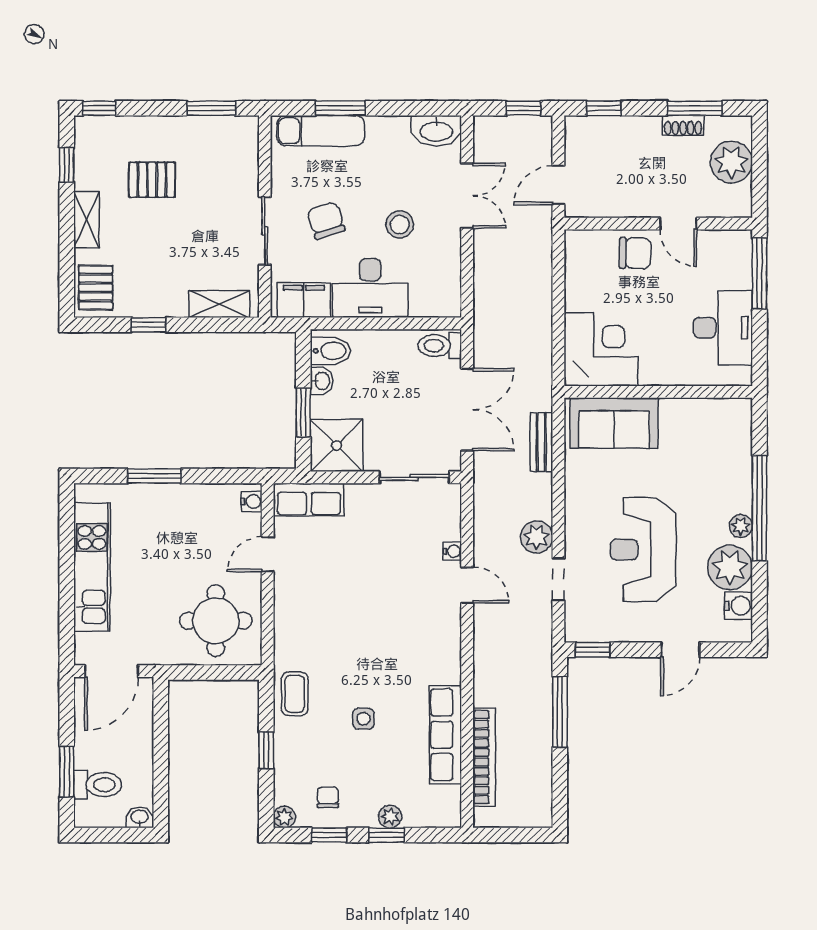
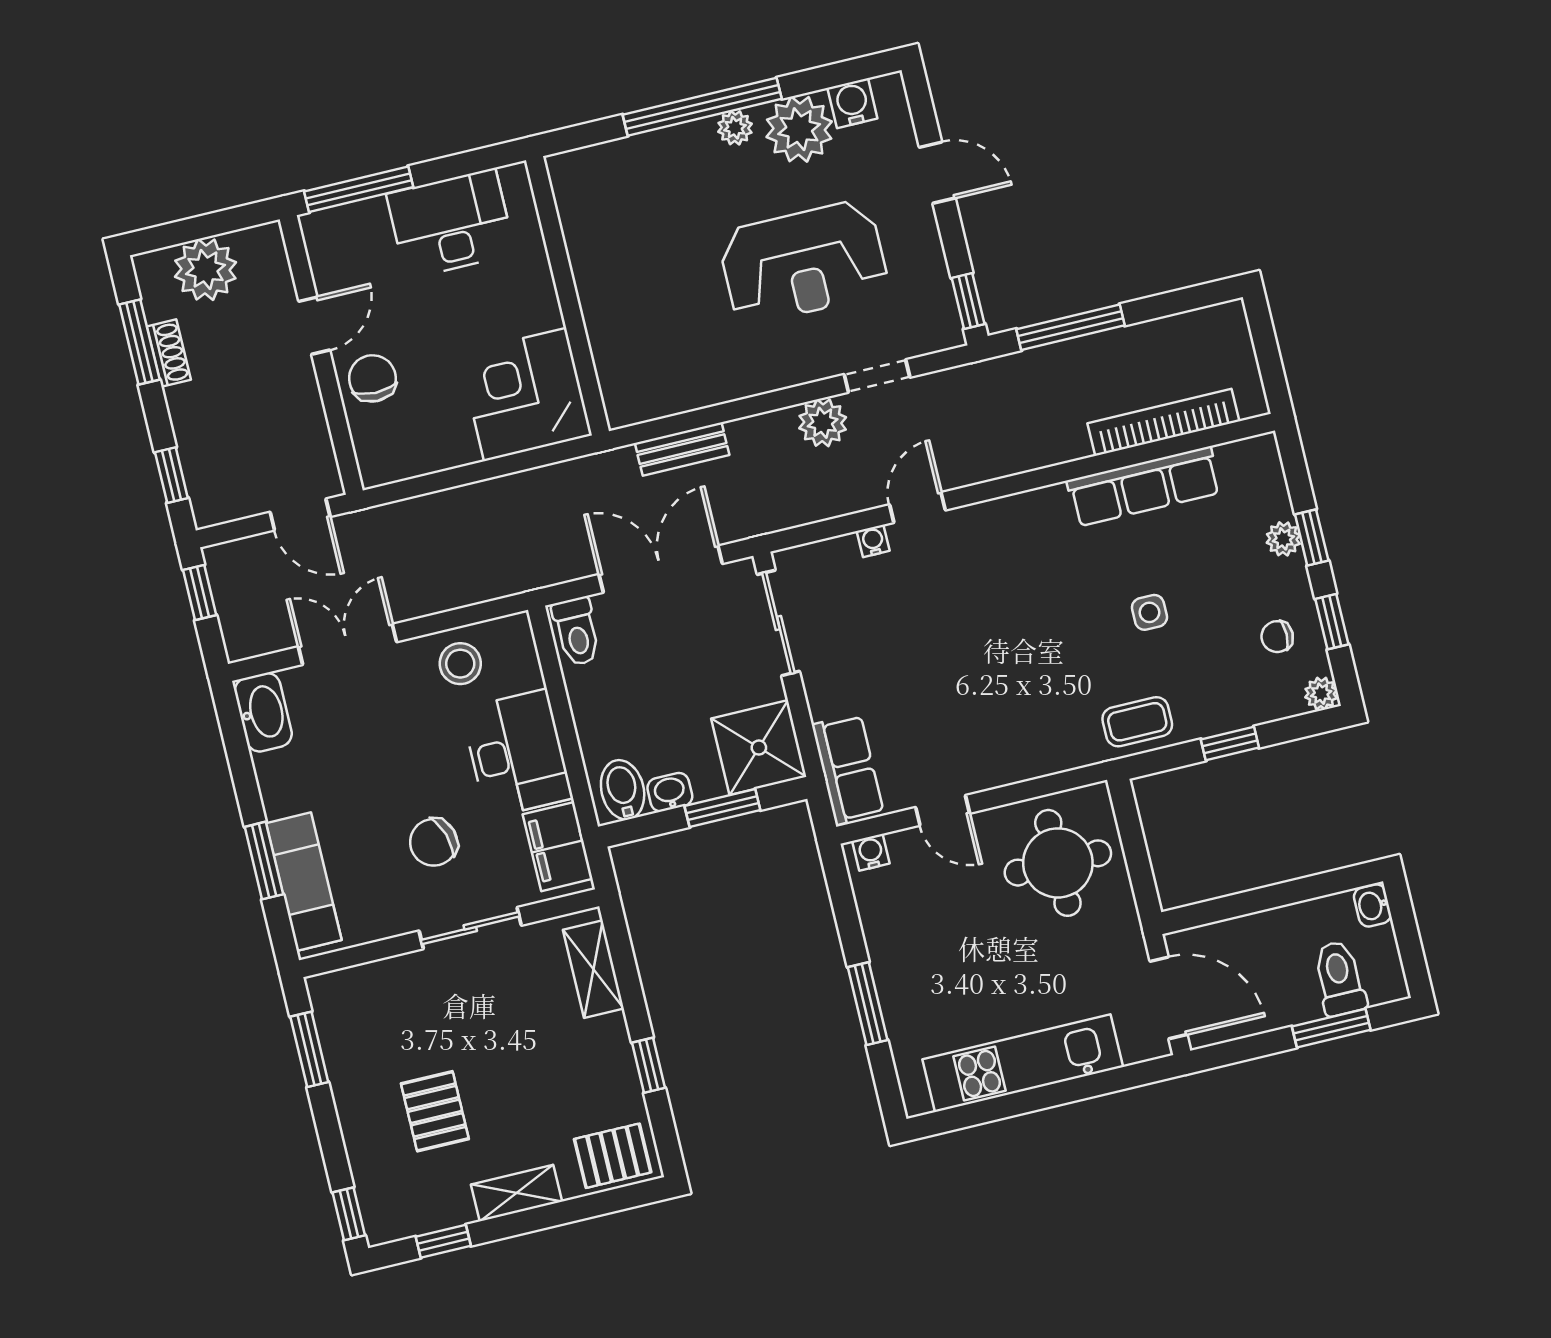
stool: (400, 224) -> (460, 664), moved
sofa: (614, 423) -> (629, 350), removed

